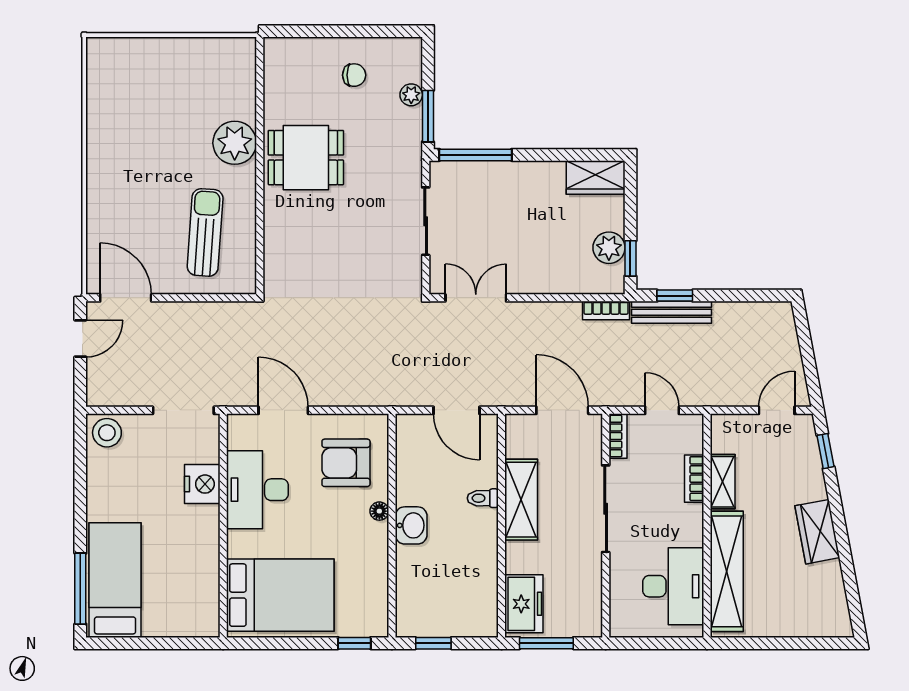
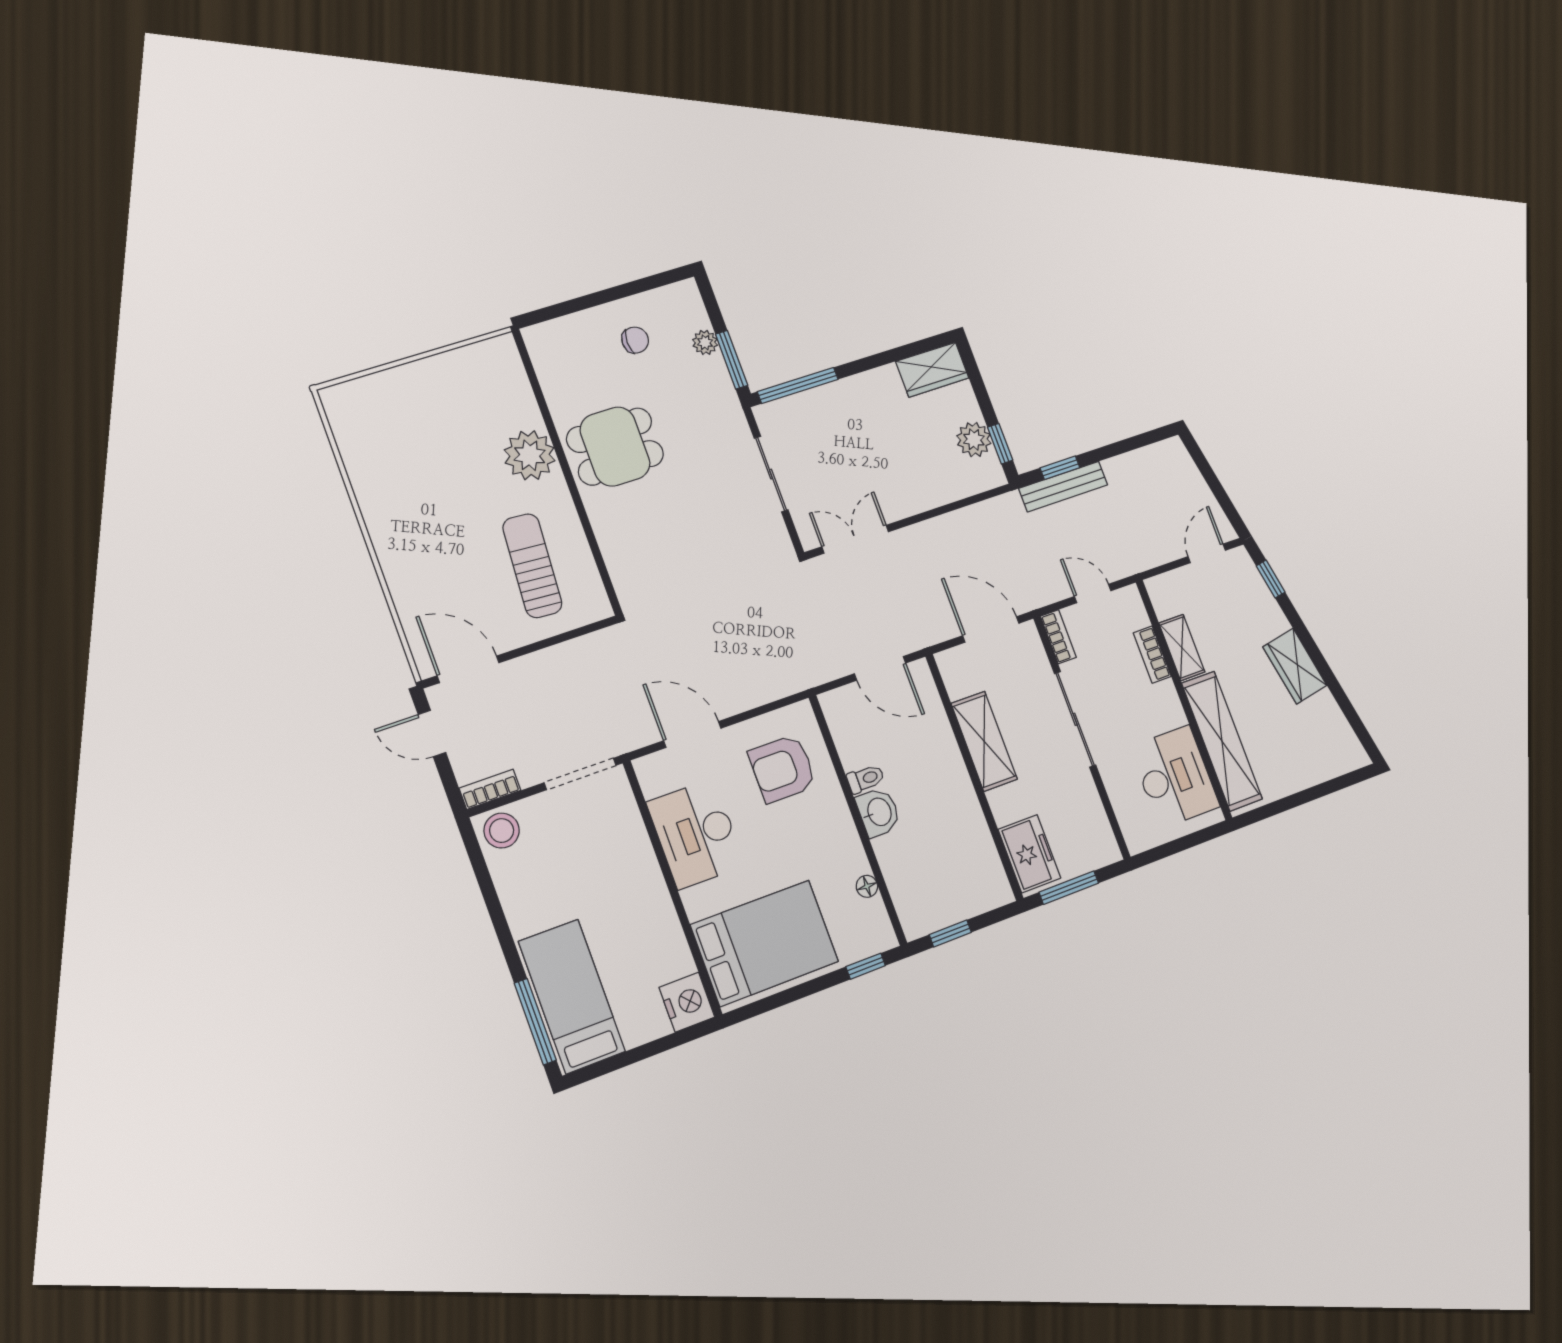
bookcase: (606, 311) -> (490, 789), moved, turned 180
door: (80, 339) -> (432, 734), swing flipped
nightstand: (202, 484) -> (687, 1002), moved
toilet: (483, 498) -> (866, 779), moved, turned 180
floor lamp: (379, 511) -> (867, 886), moved

